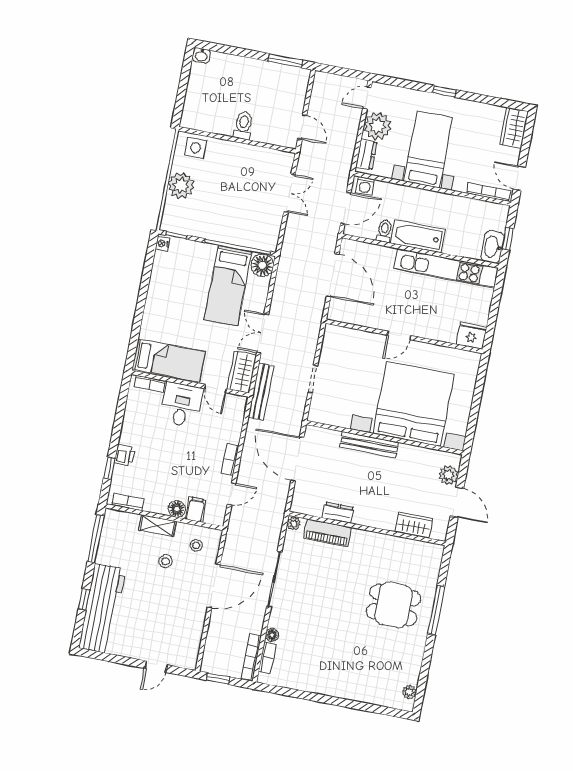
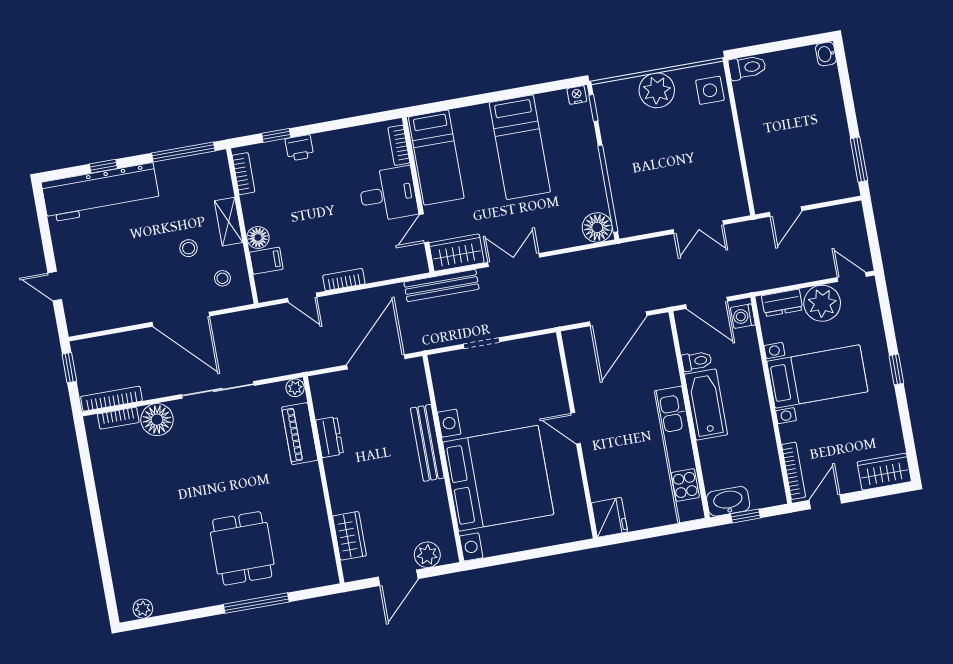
toilet: (243, 125) -> (747, 67), moved
bed: (228, 285) -> (520, 147), moved, turned -90
floor lamp: (272, 635) -> (157, 420), width x1.89, depth x1.89

